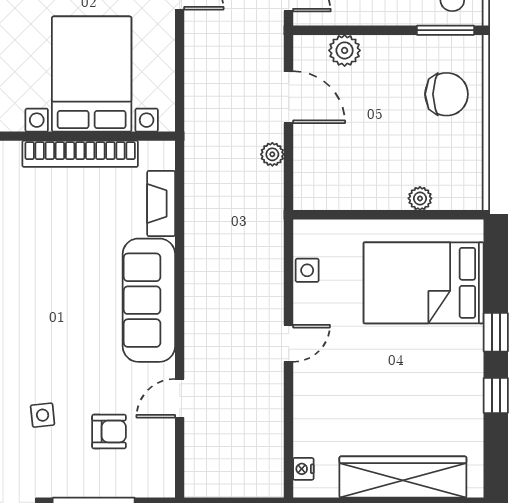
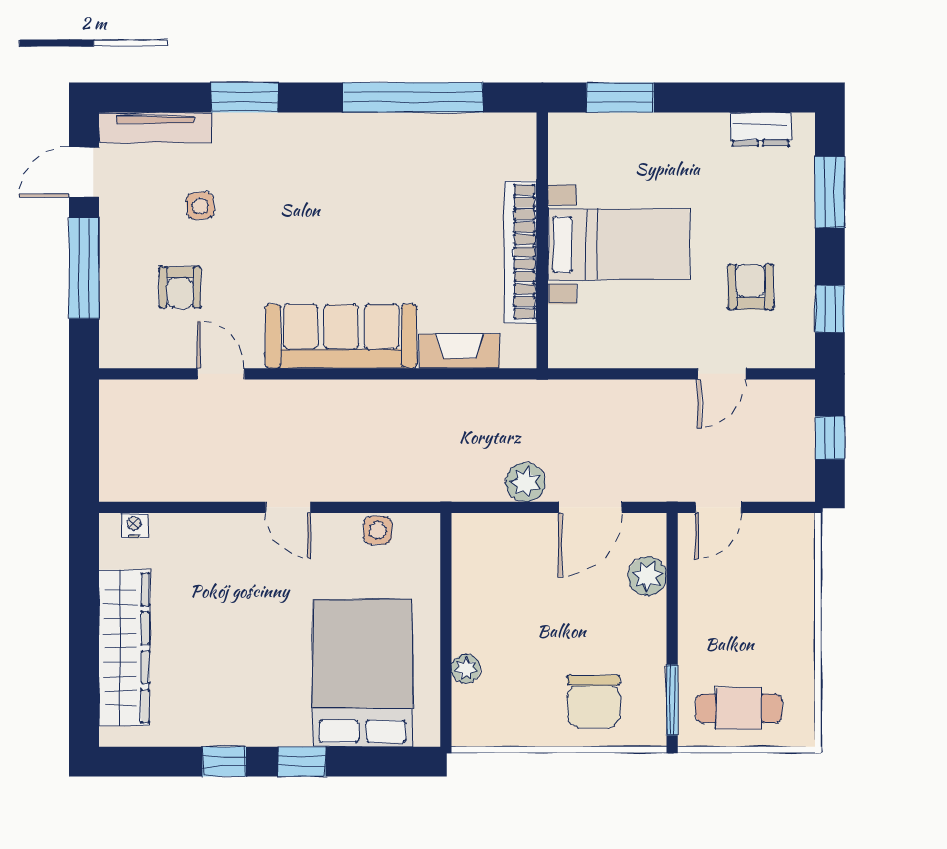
bed with nightstands: (92, 74) -> (618, 244), width x0.73
plant: (272, 154) -> (525, 482), width x1.38, depth x1.38

